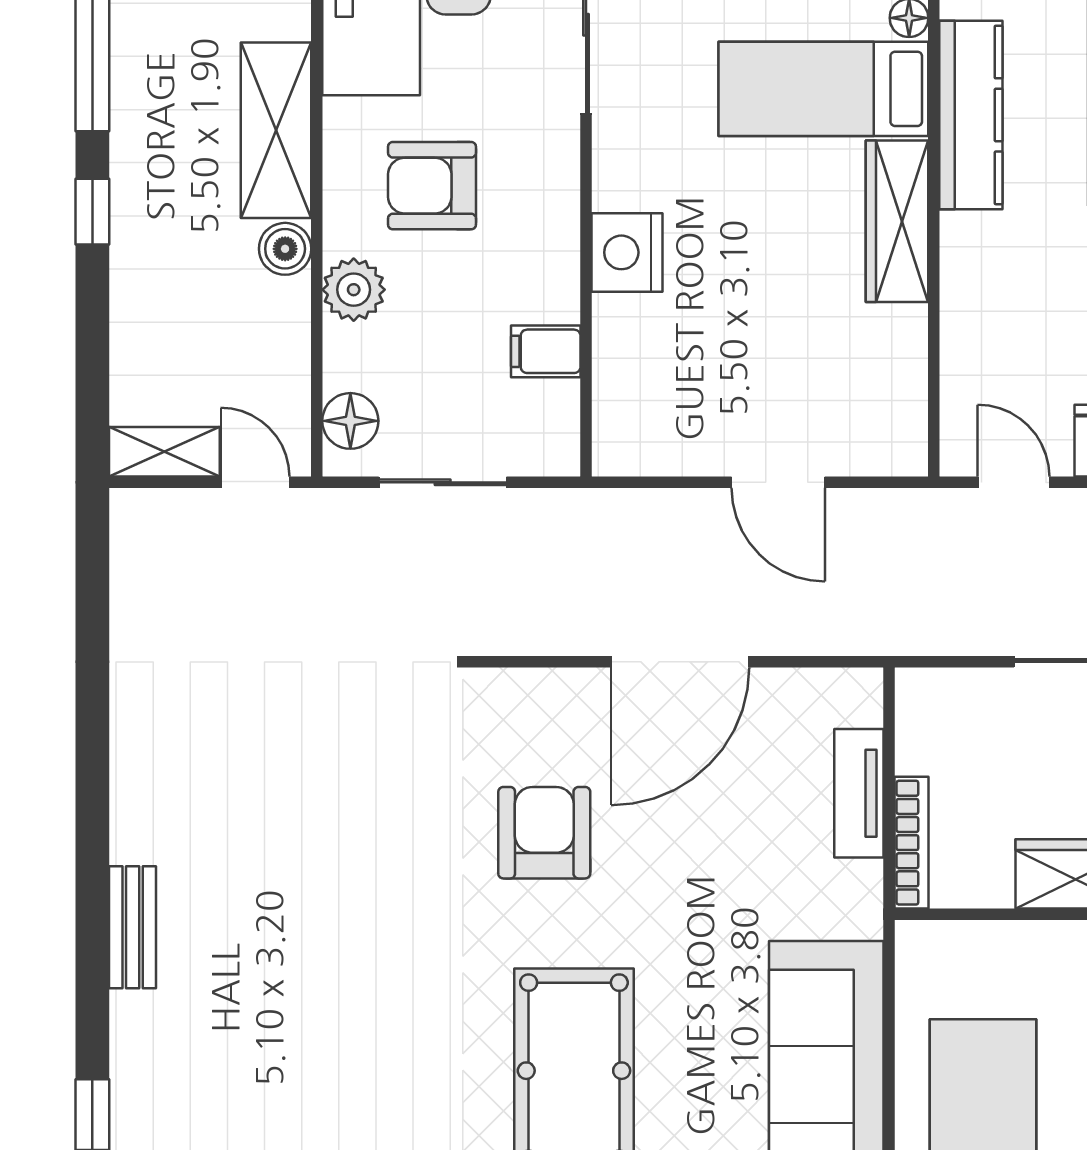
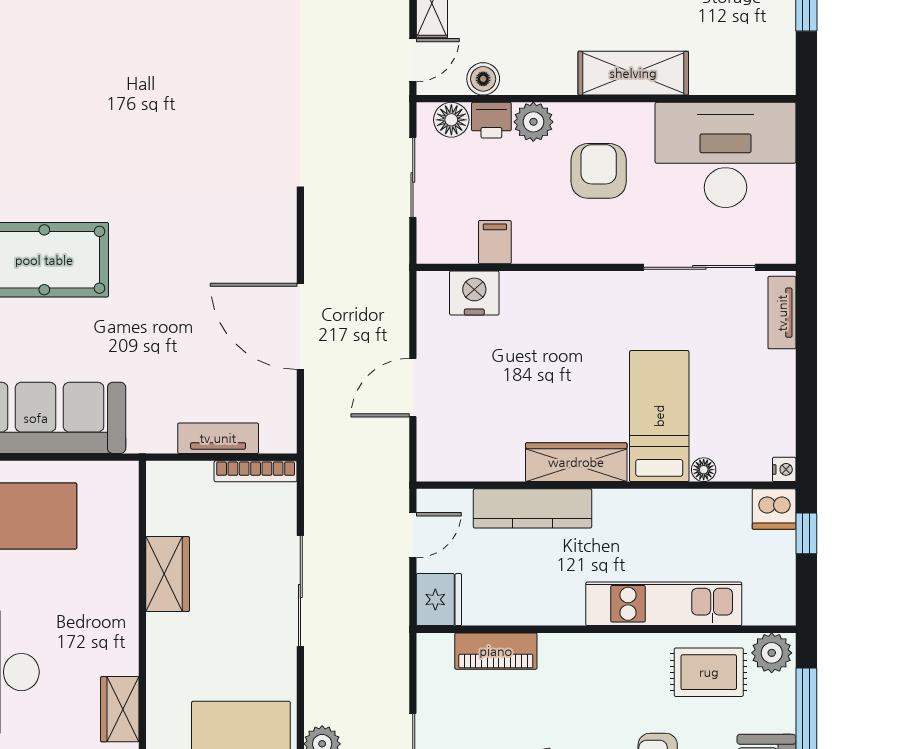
kitchen counter: (971, 115) -> (533, 508), moved
boiler: (285, 249) -> (483, 79), moved
nightstand: (627, 252) -> (474, 293), moved
printer: (351, 357) -> (491, 120), added
armchair: (544, 833) -> (193, 241), removed
bookcase: (911, 843) -> (256, 471), moved

